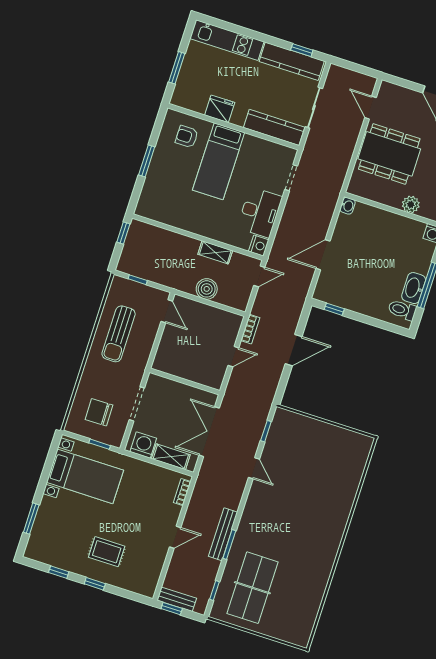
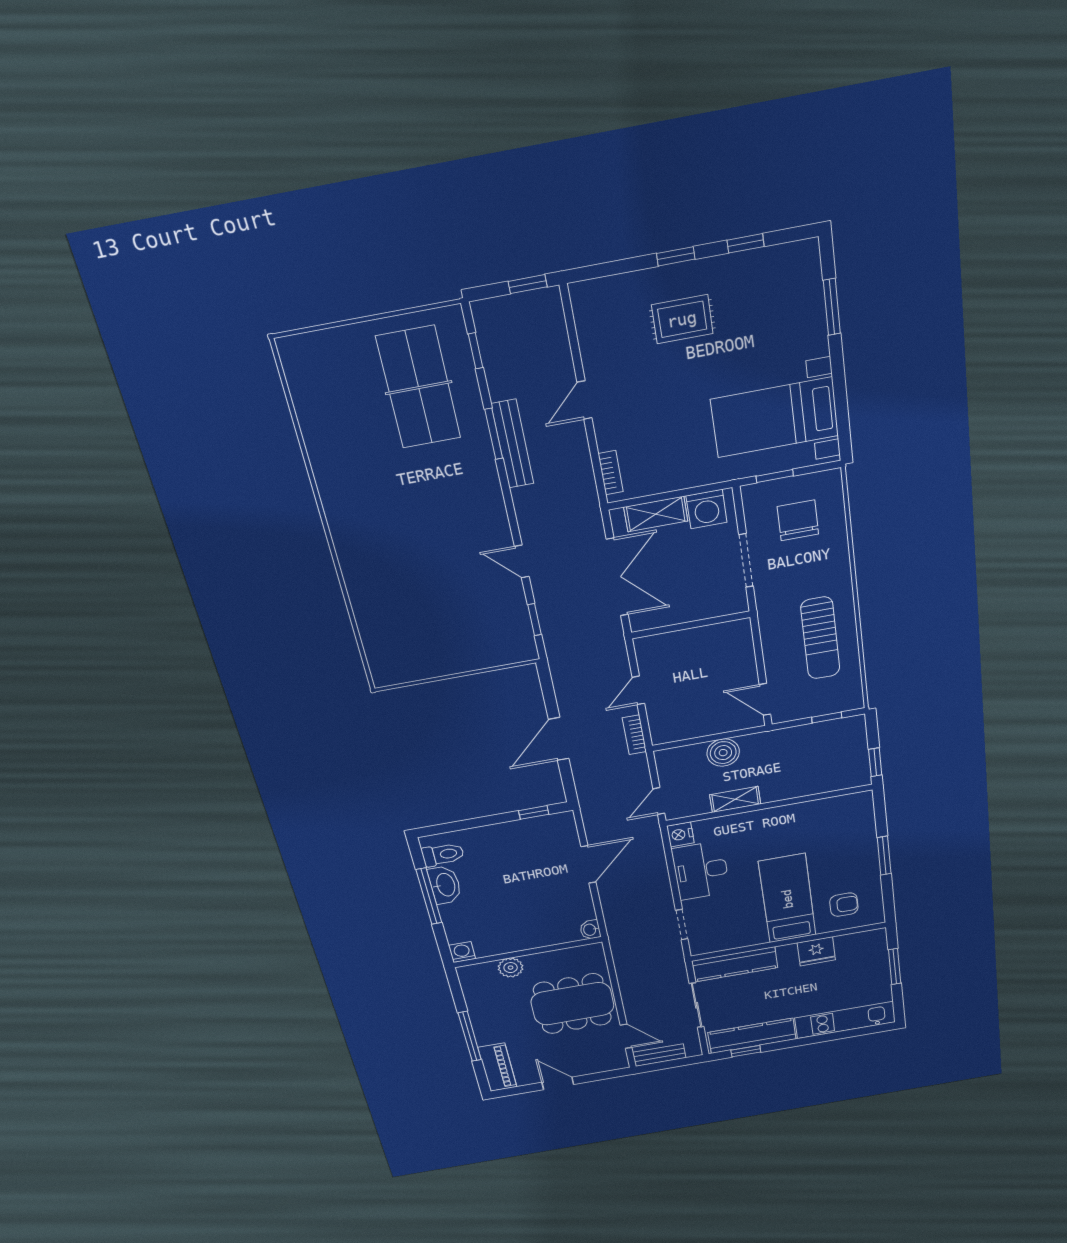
sun lounger: (119, 334) -> (820, 638), turned 180
chair: (99, 412) -> (798, 520), turned -89
bench: (177, 599) -> (659, 1055), moved

